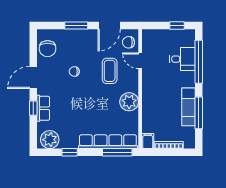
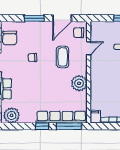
door: (140, 61) -> (89, 48), swing flipped
window: (70, 152) -> (42, 126), moved

